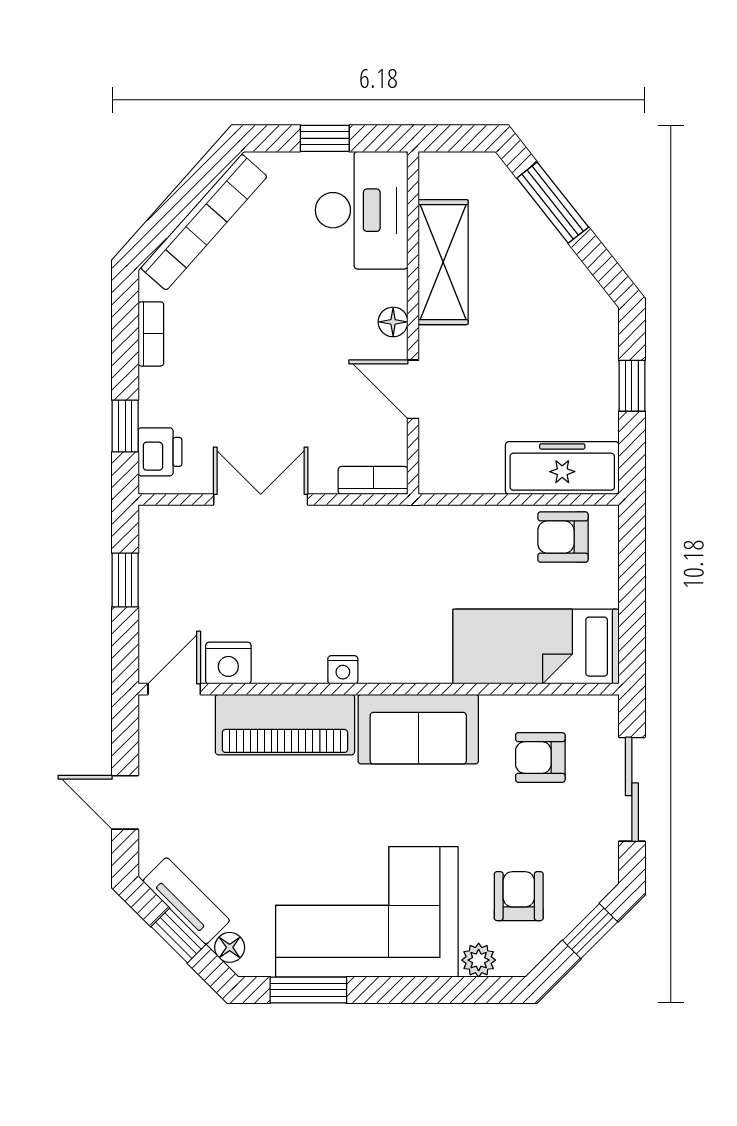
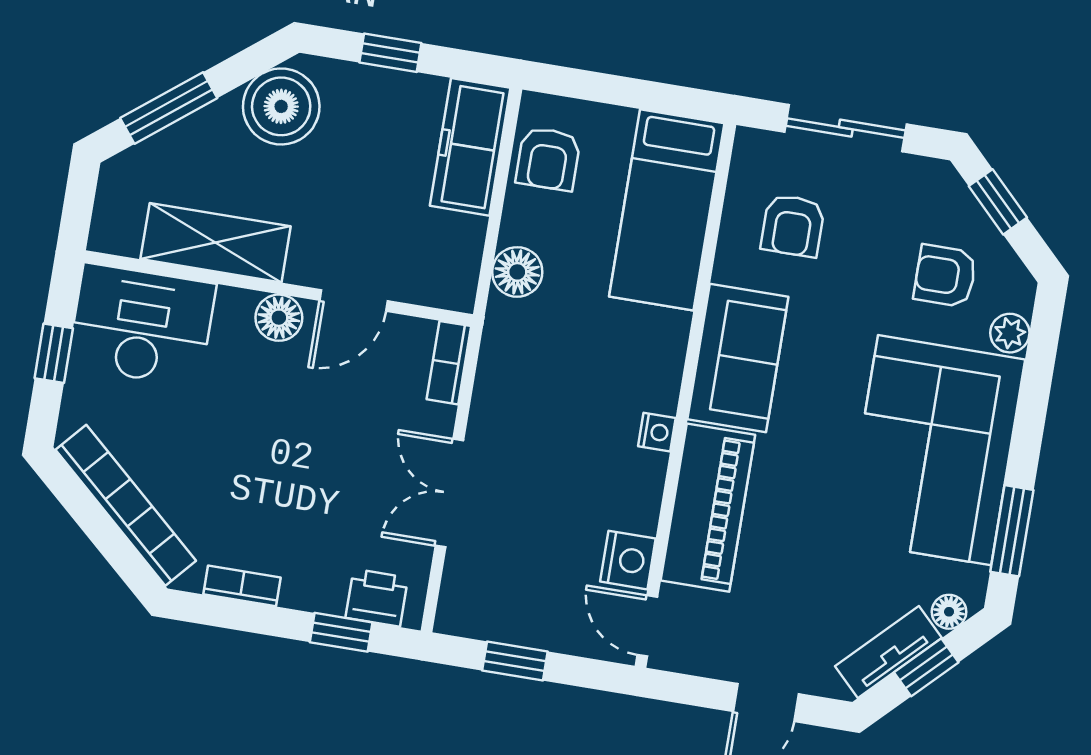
boiler: (570, 299) -> (281, 106), added
floor lamp: (393, 322) -> (279, 318), width x1.37, depth x1.37
floor lamp: (461, 526) -> (517, 272), added

